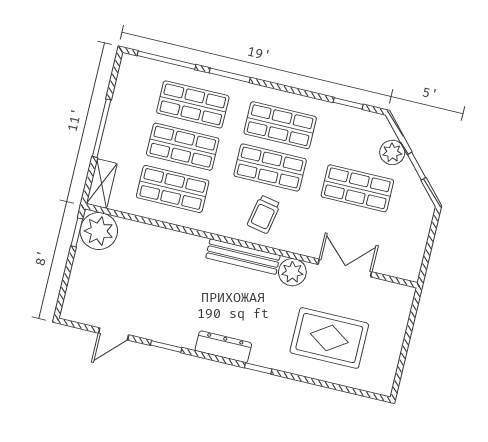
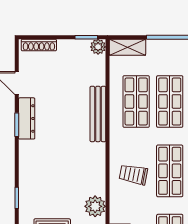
plant: (99, 231) -> (98, 47), width x0.53, depth x0.53
bench: (243, 257) -> (98, 114), moved
shoe rack: (72, 295) -> (39, 45), added
dresser: (223, 347) -> (27, 118), moved

